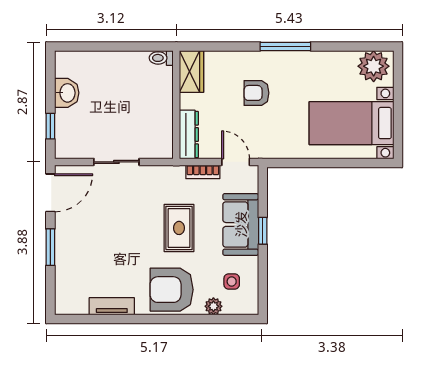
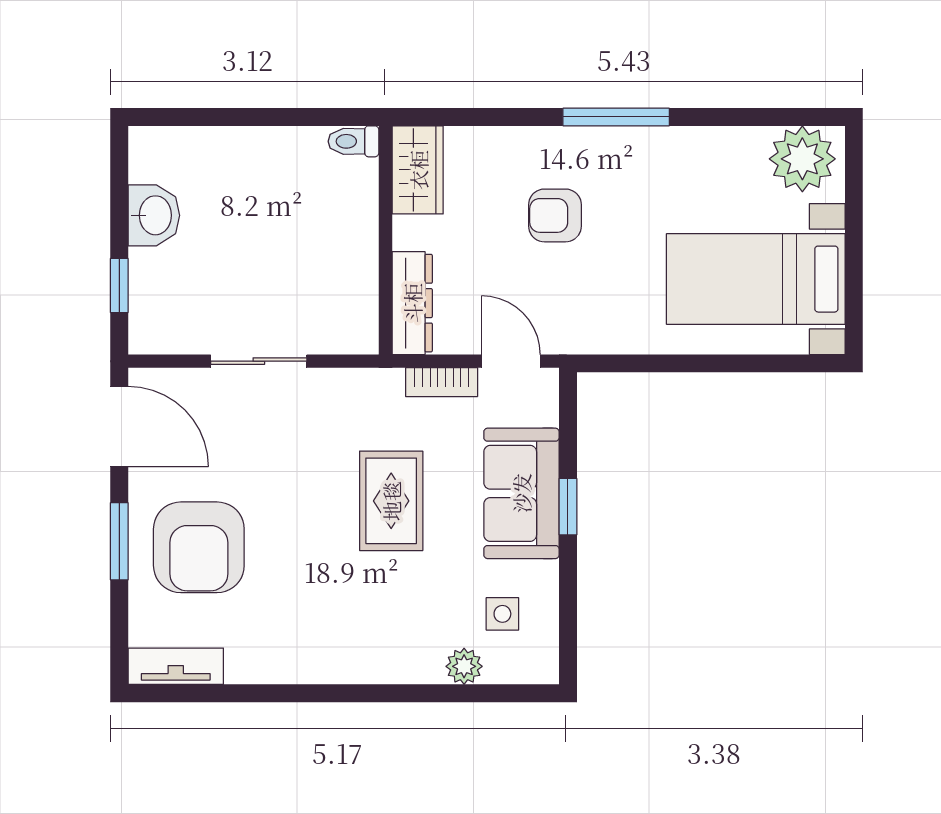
door: (50, 193) -> (119, 426), hinge flipped
armchair: (172, 290) -> (199, 547), moved, turned -90
tv unit: (112, 306) -> (176, 666), moved

